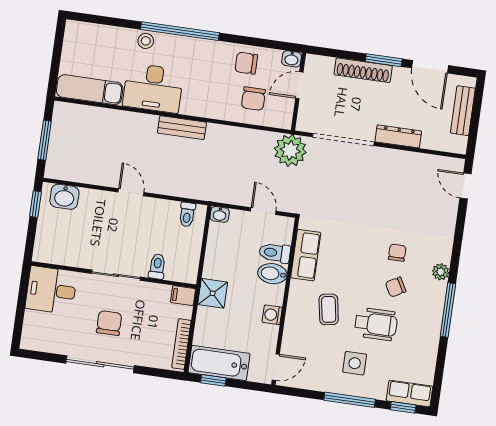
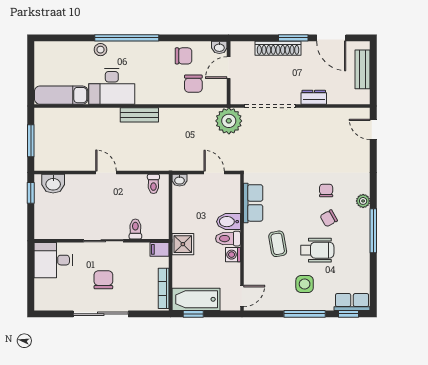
chair: (246, 63) -> (184, 56), turned 180
dresser: (398, 136) -> (314, 97), width x0.70
toilet: (275, 253) -> (228, 239), moved

